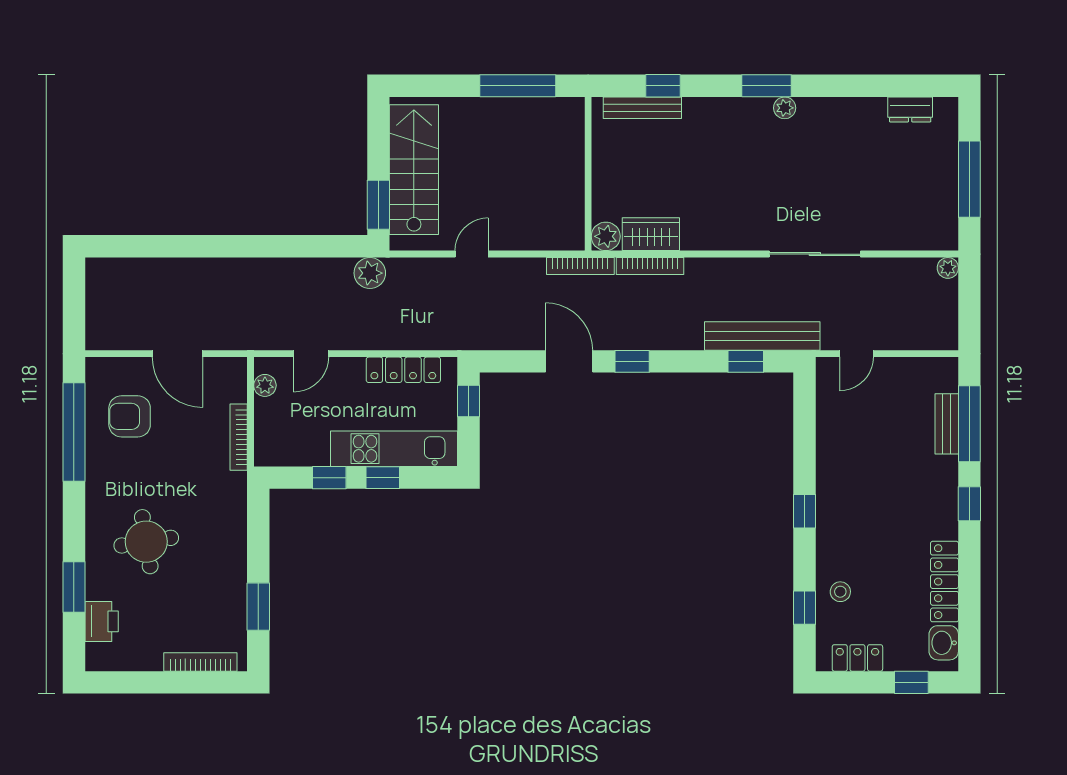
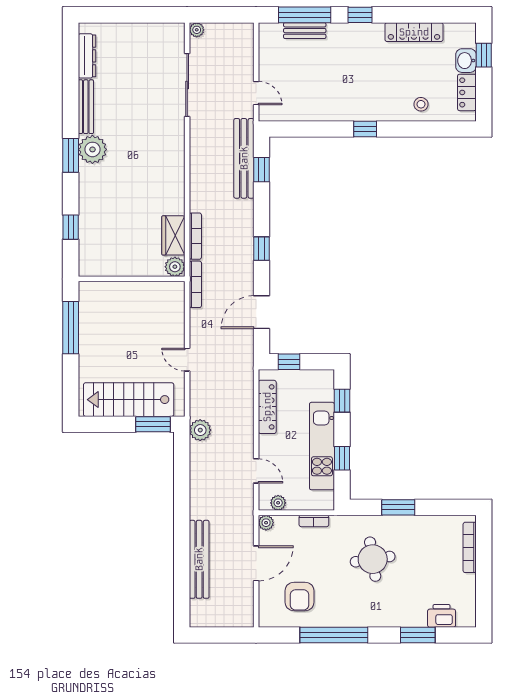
bench: (642, 108) -> (86, 107), moved
plant: (785, 108) -> (92, 149), width x1.87, depth x1.87
dresser: (910, 109) -> (87, 56), width x1.44
window: (969, 179) -> (135, 15), removed
sliding door: (815, 254) -> (187, 85), moved
bench: (183, 271) -> (199, 559), added
door: (569, 361) -> (261, 312), moved
plant: (236, 368) -> (266, 523), added
window: (74, 432) -> (334, 635), moved
bookcase: (239, 437) -> (314, 521), width x0.64
kitchen unit: (394, 449) -> (322, 446), moved
window: (383, 478) -> (342, 401), moved
round table: (146, 542) -> (373, 559), moved
window: (258, 607) -> (398, 507), moved
window: (804, 608) -> (432, 129), removed
washbasin: (944, 643) -> (466, 61), moved, turned 90

